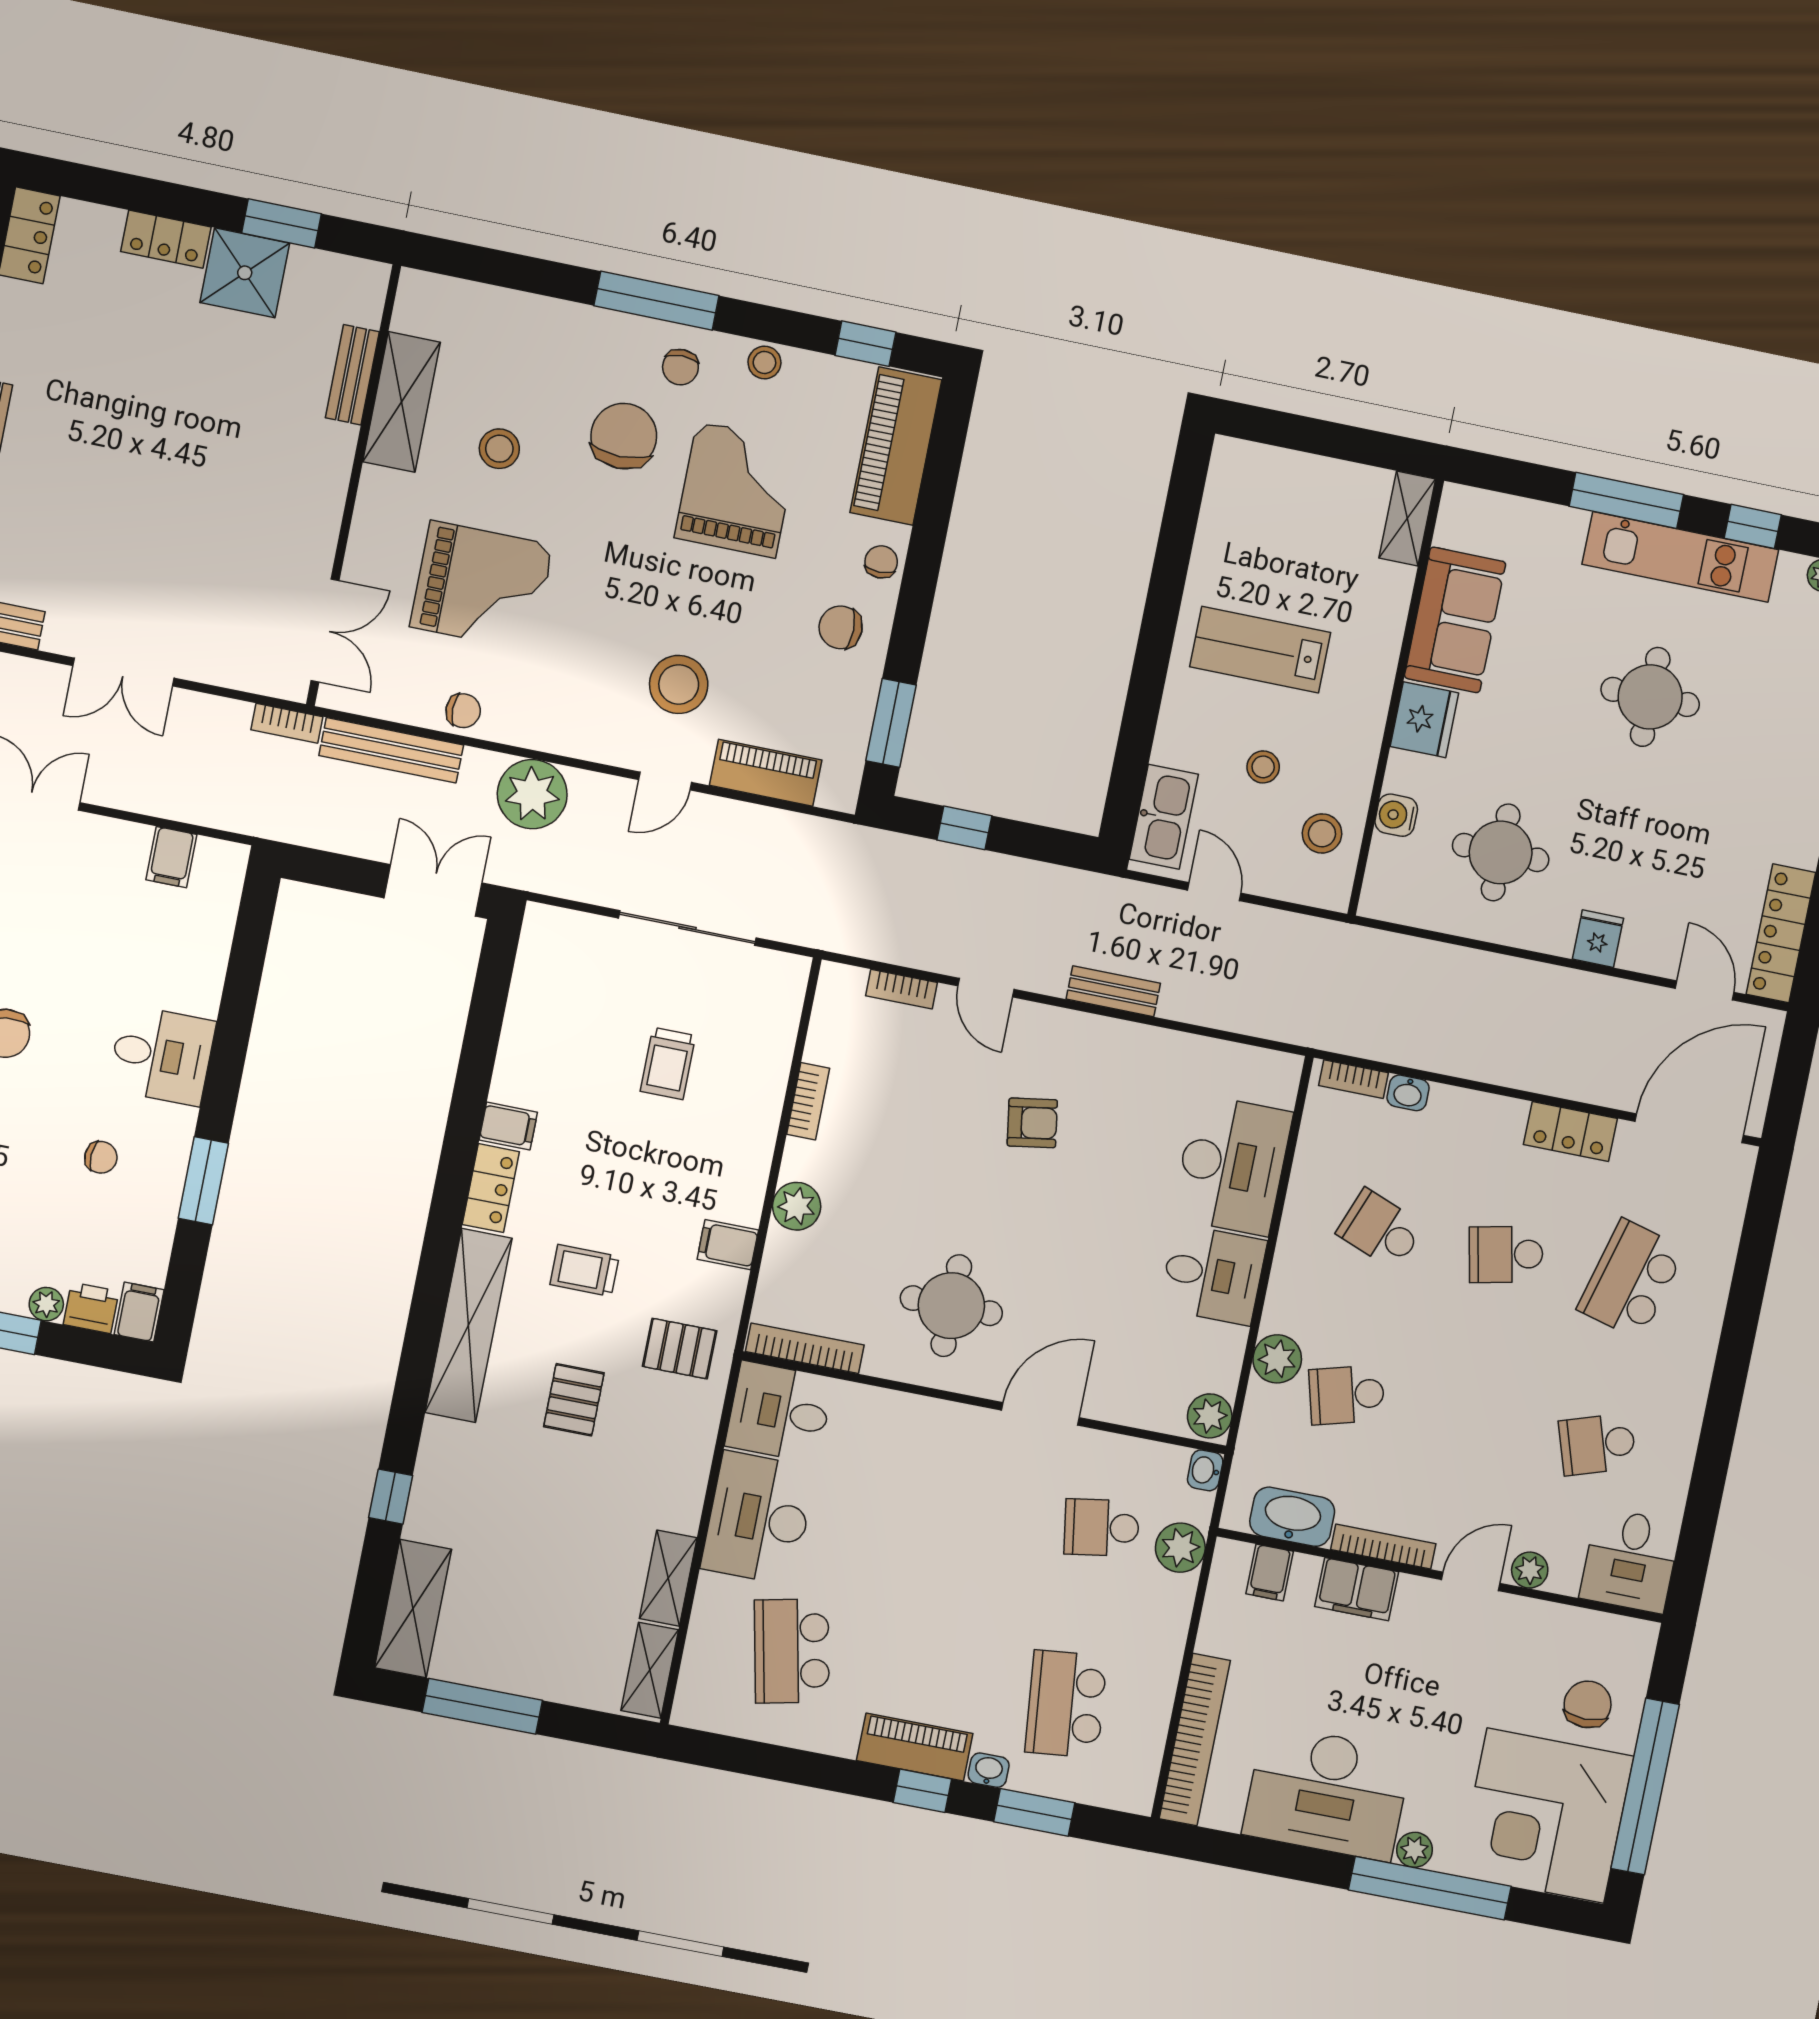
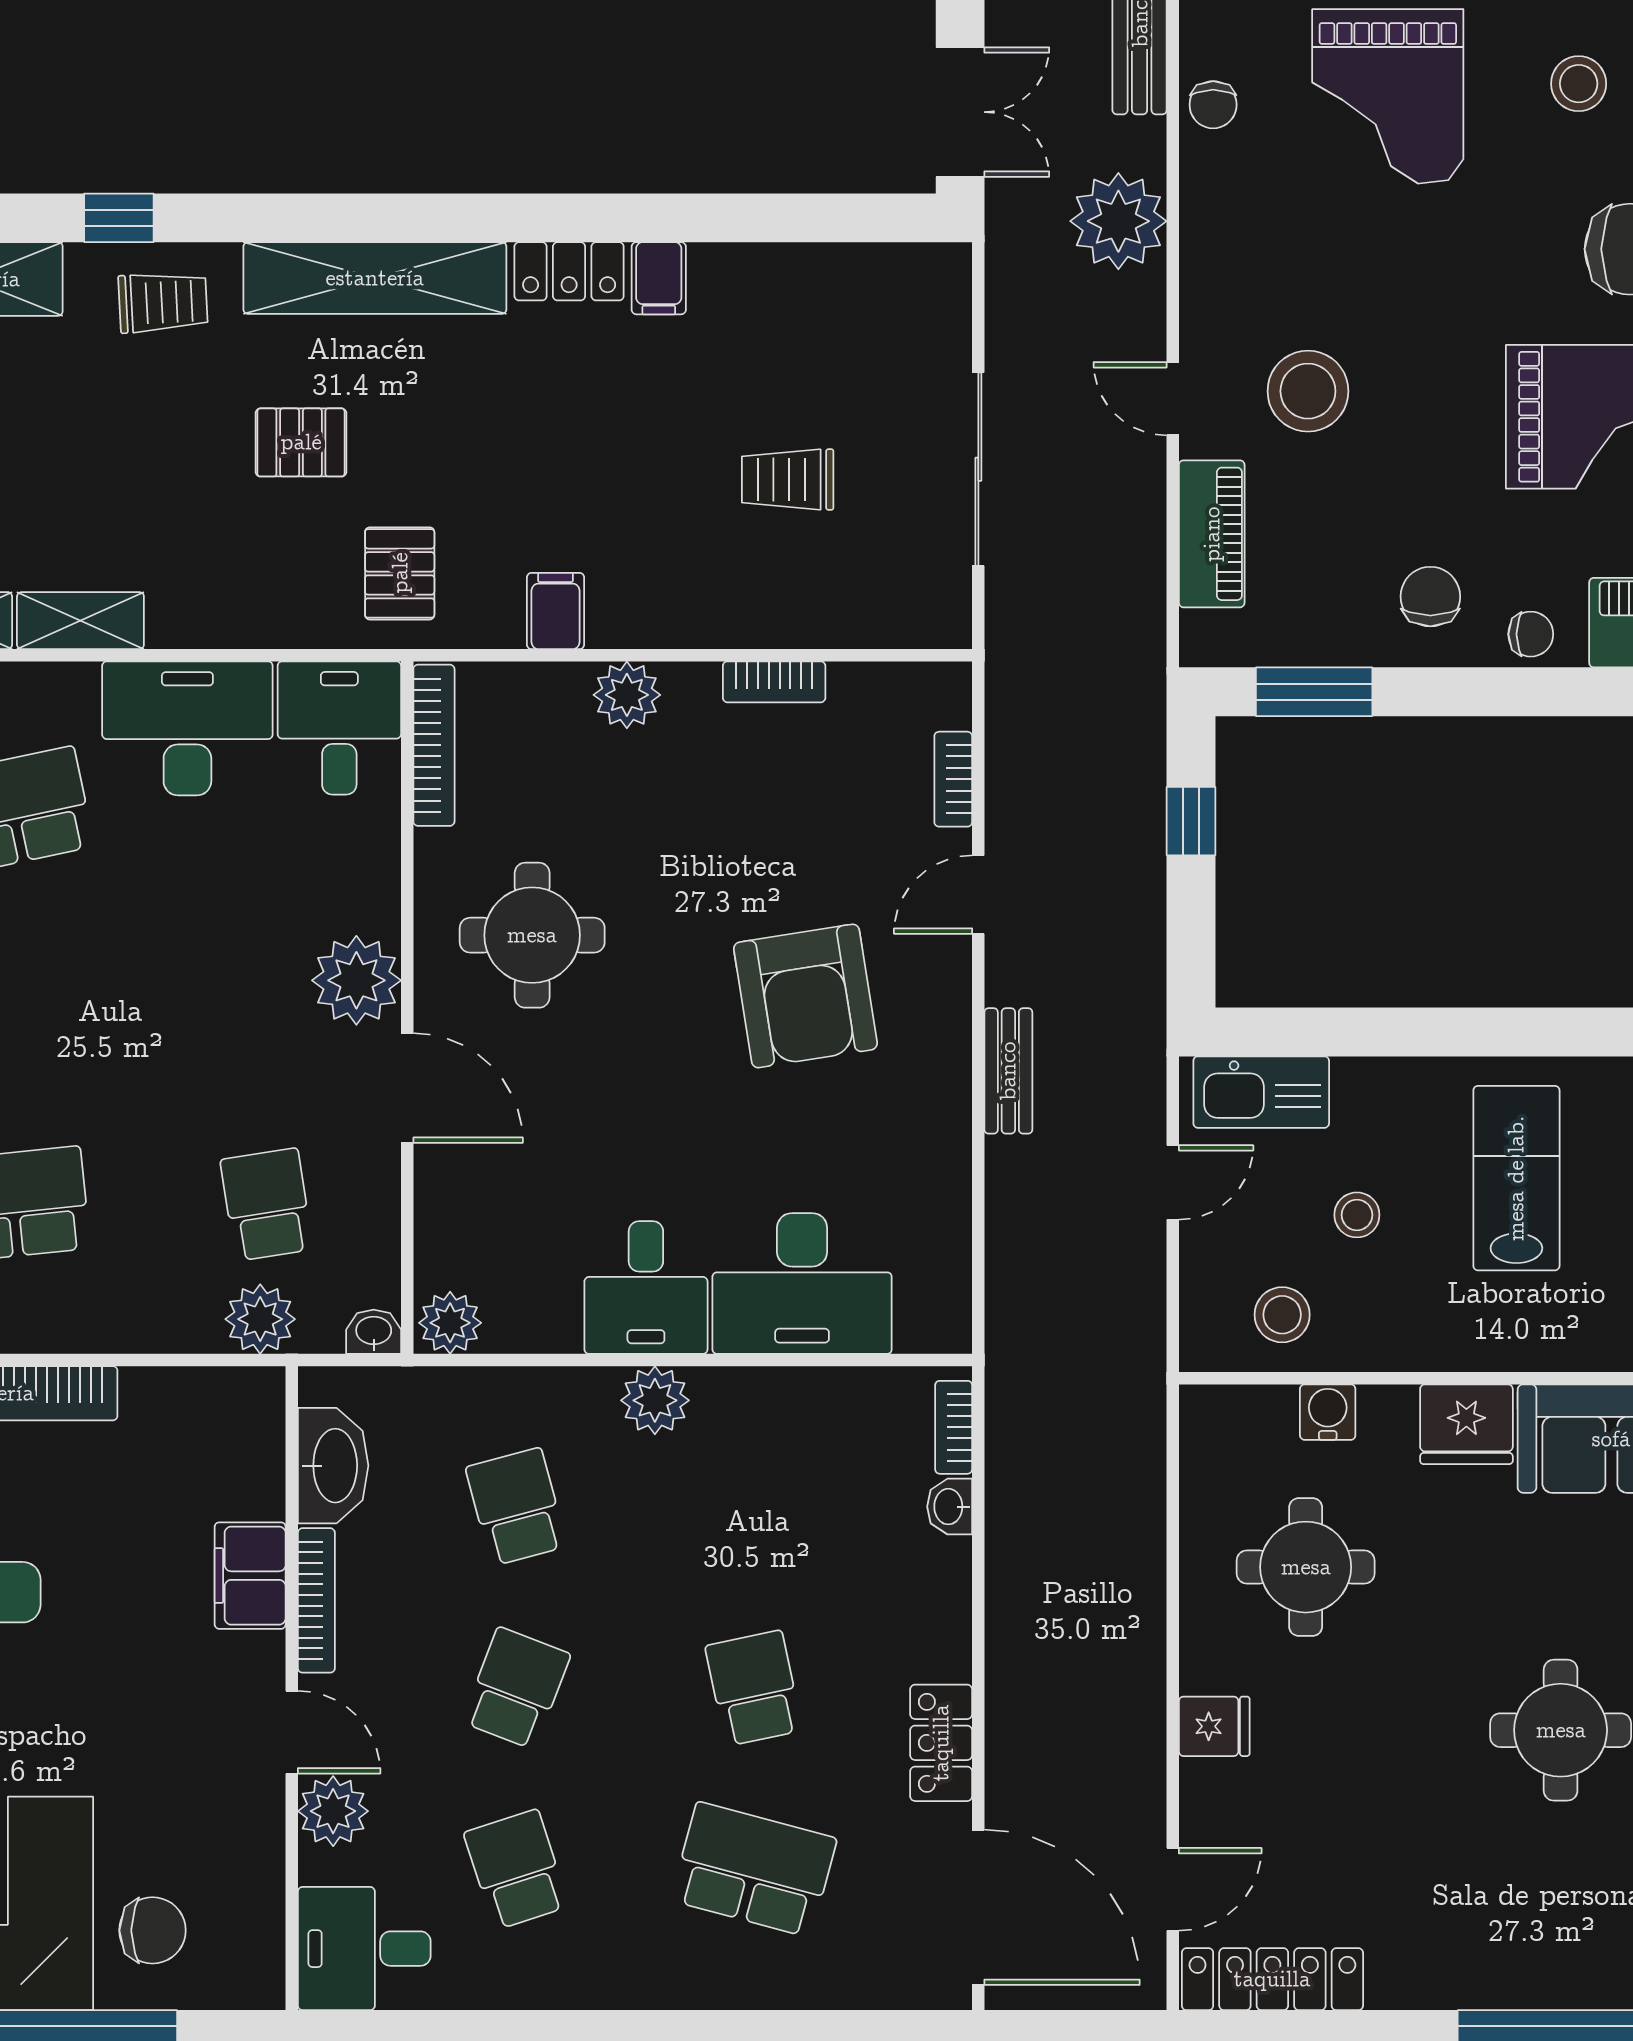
armchair: (1032, 1123) -> (805, 996), width x1.88, depth x1.88
school desk: (1380, 1230) -> (516, 1688), moved
trolley: (584, 1270) -> (163, 302), moved, turned 87
plant: (1277, 1359) -> (655, 1400), moved
plant: (958, 1435) -> (356, 980), added
plant: (1530, 1570) -> (333, 1811), width x1.38, depth x1.38
filing cabinet: (1270, 1573) -> (250, 1450), removed

